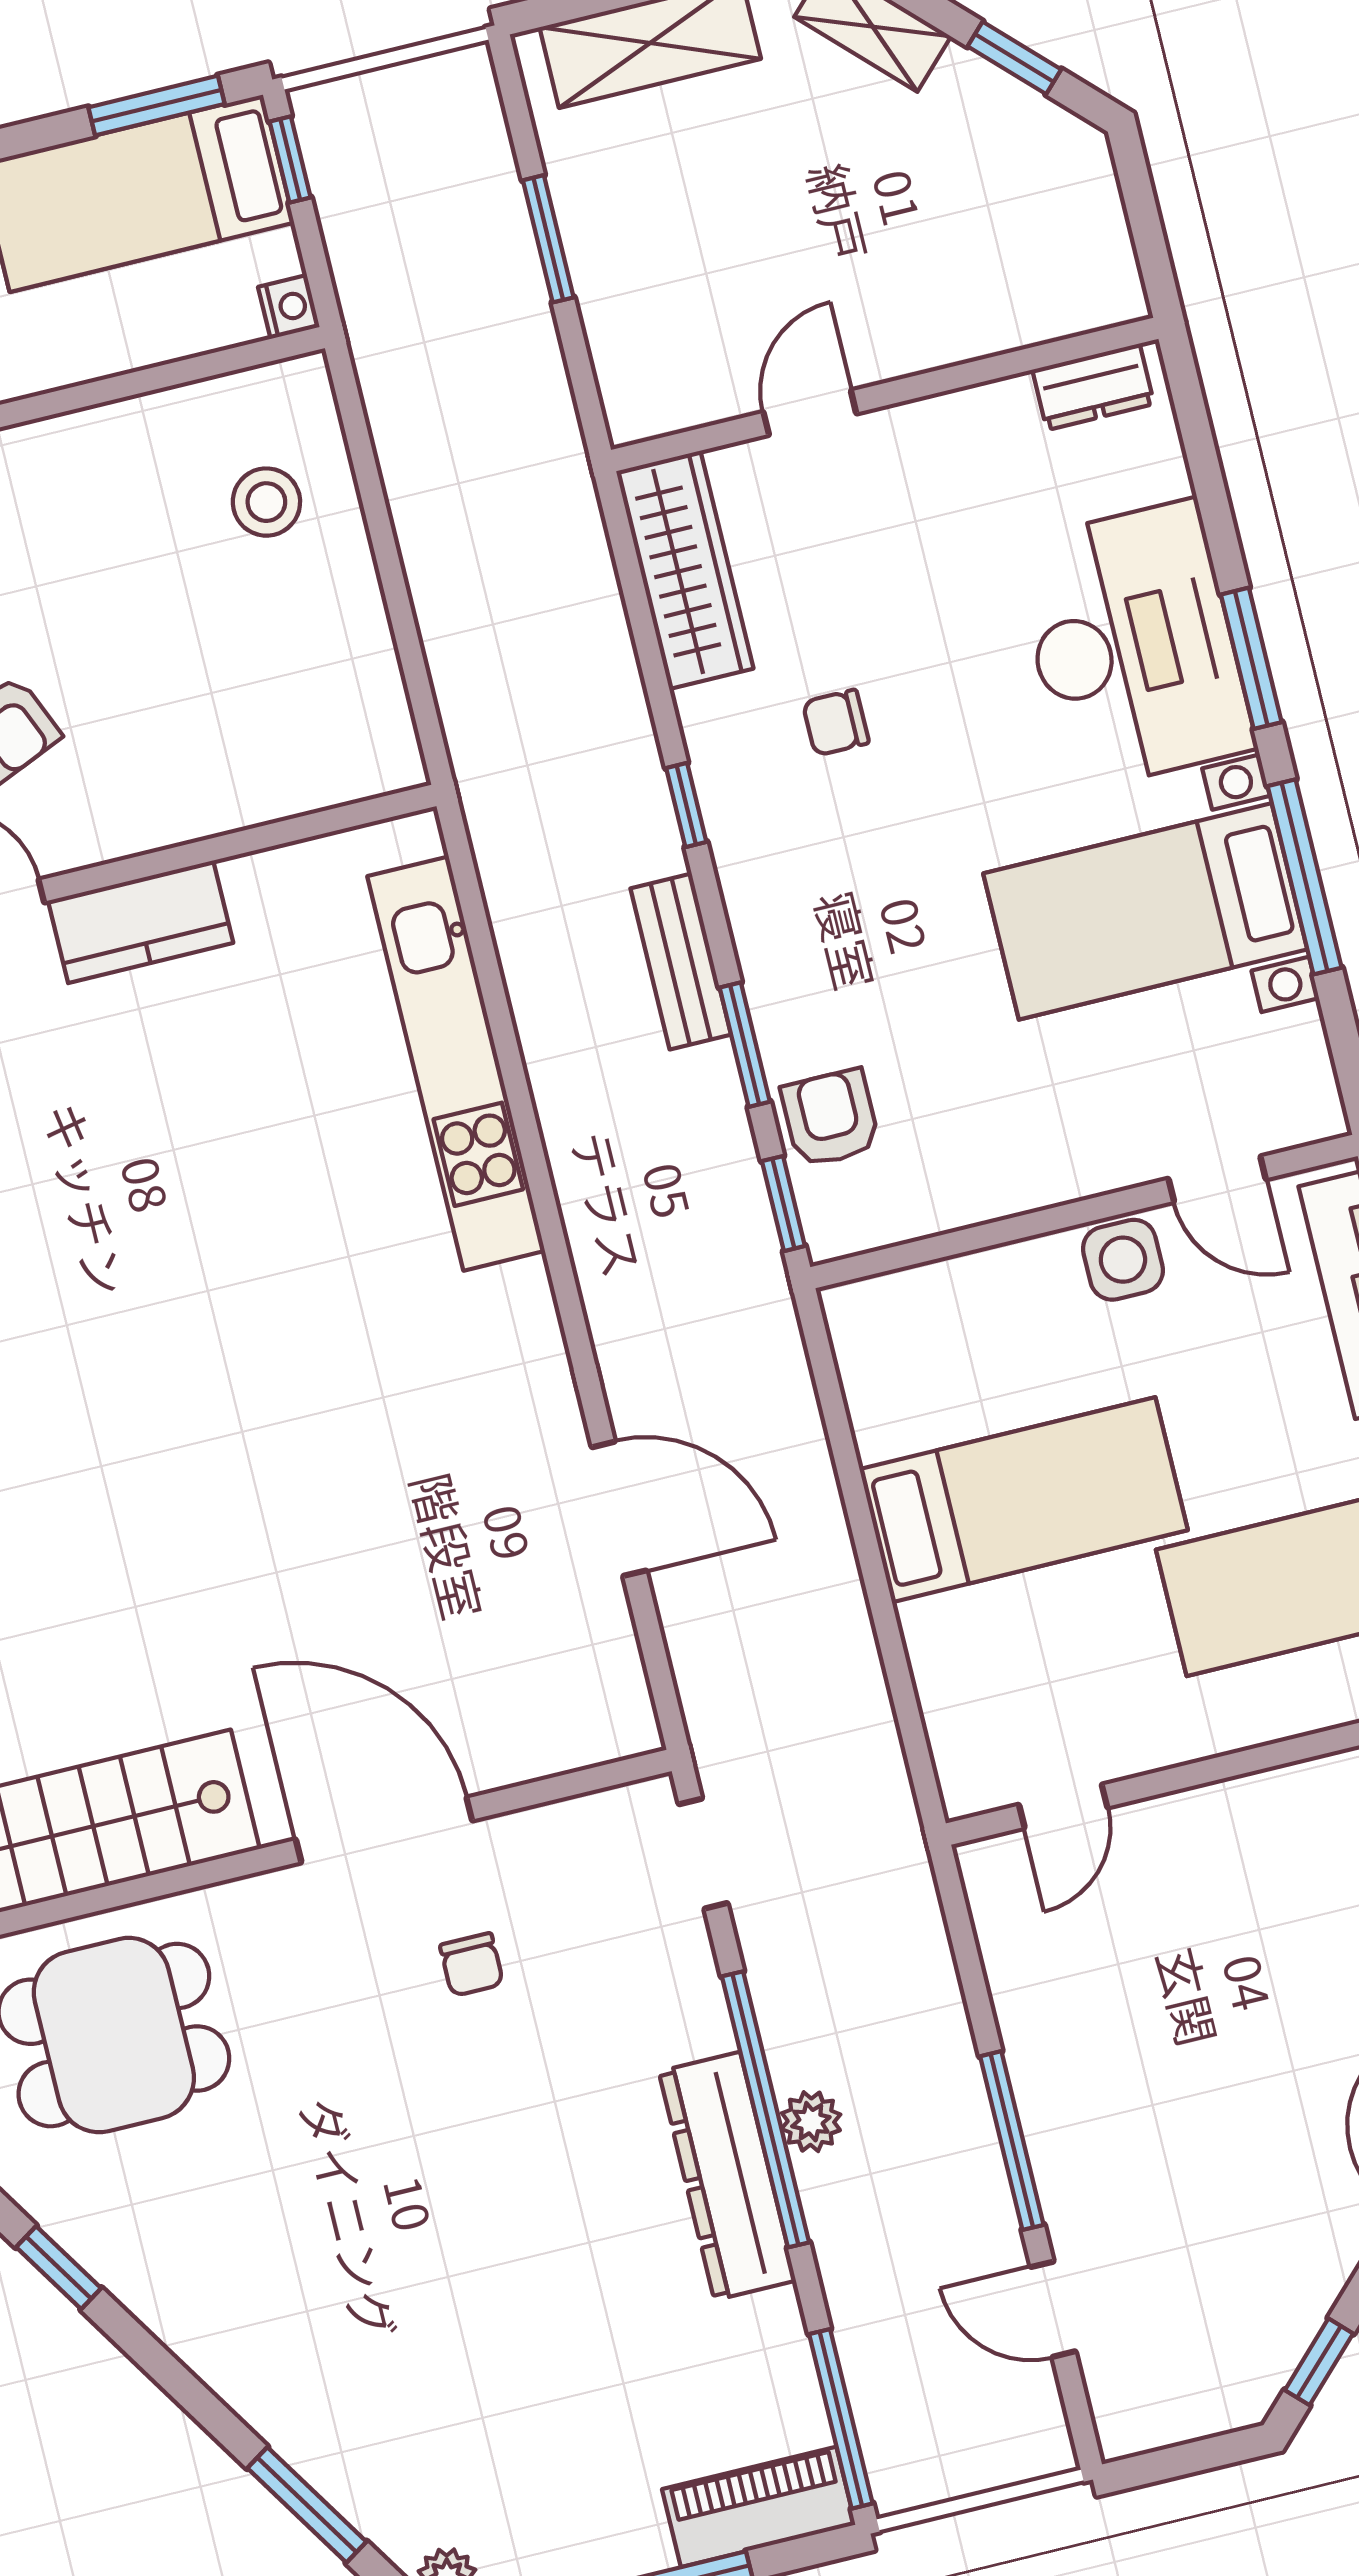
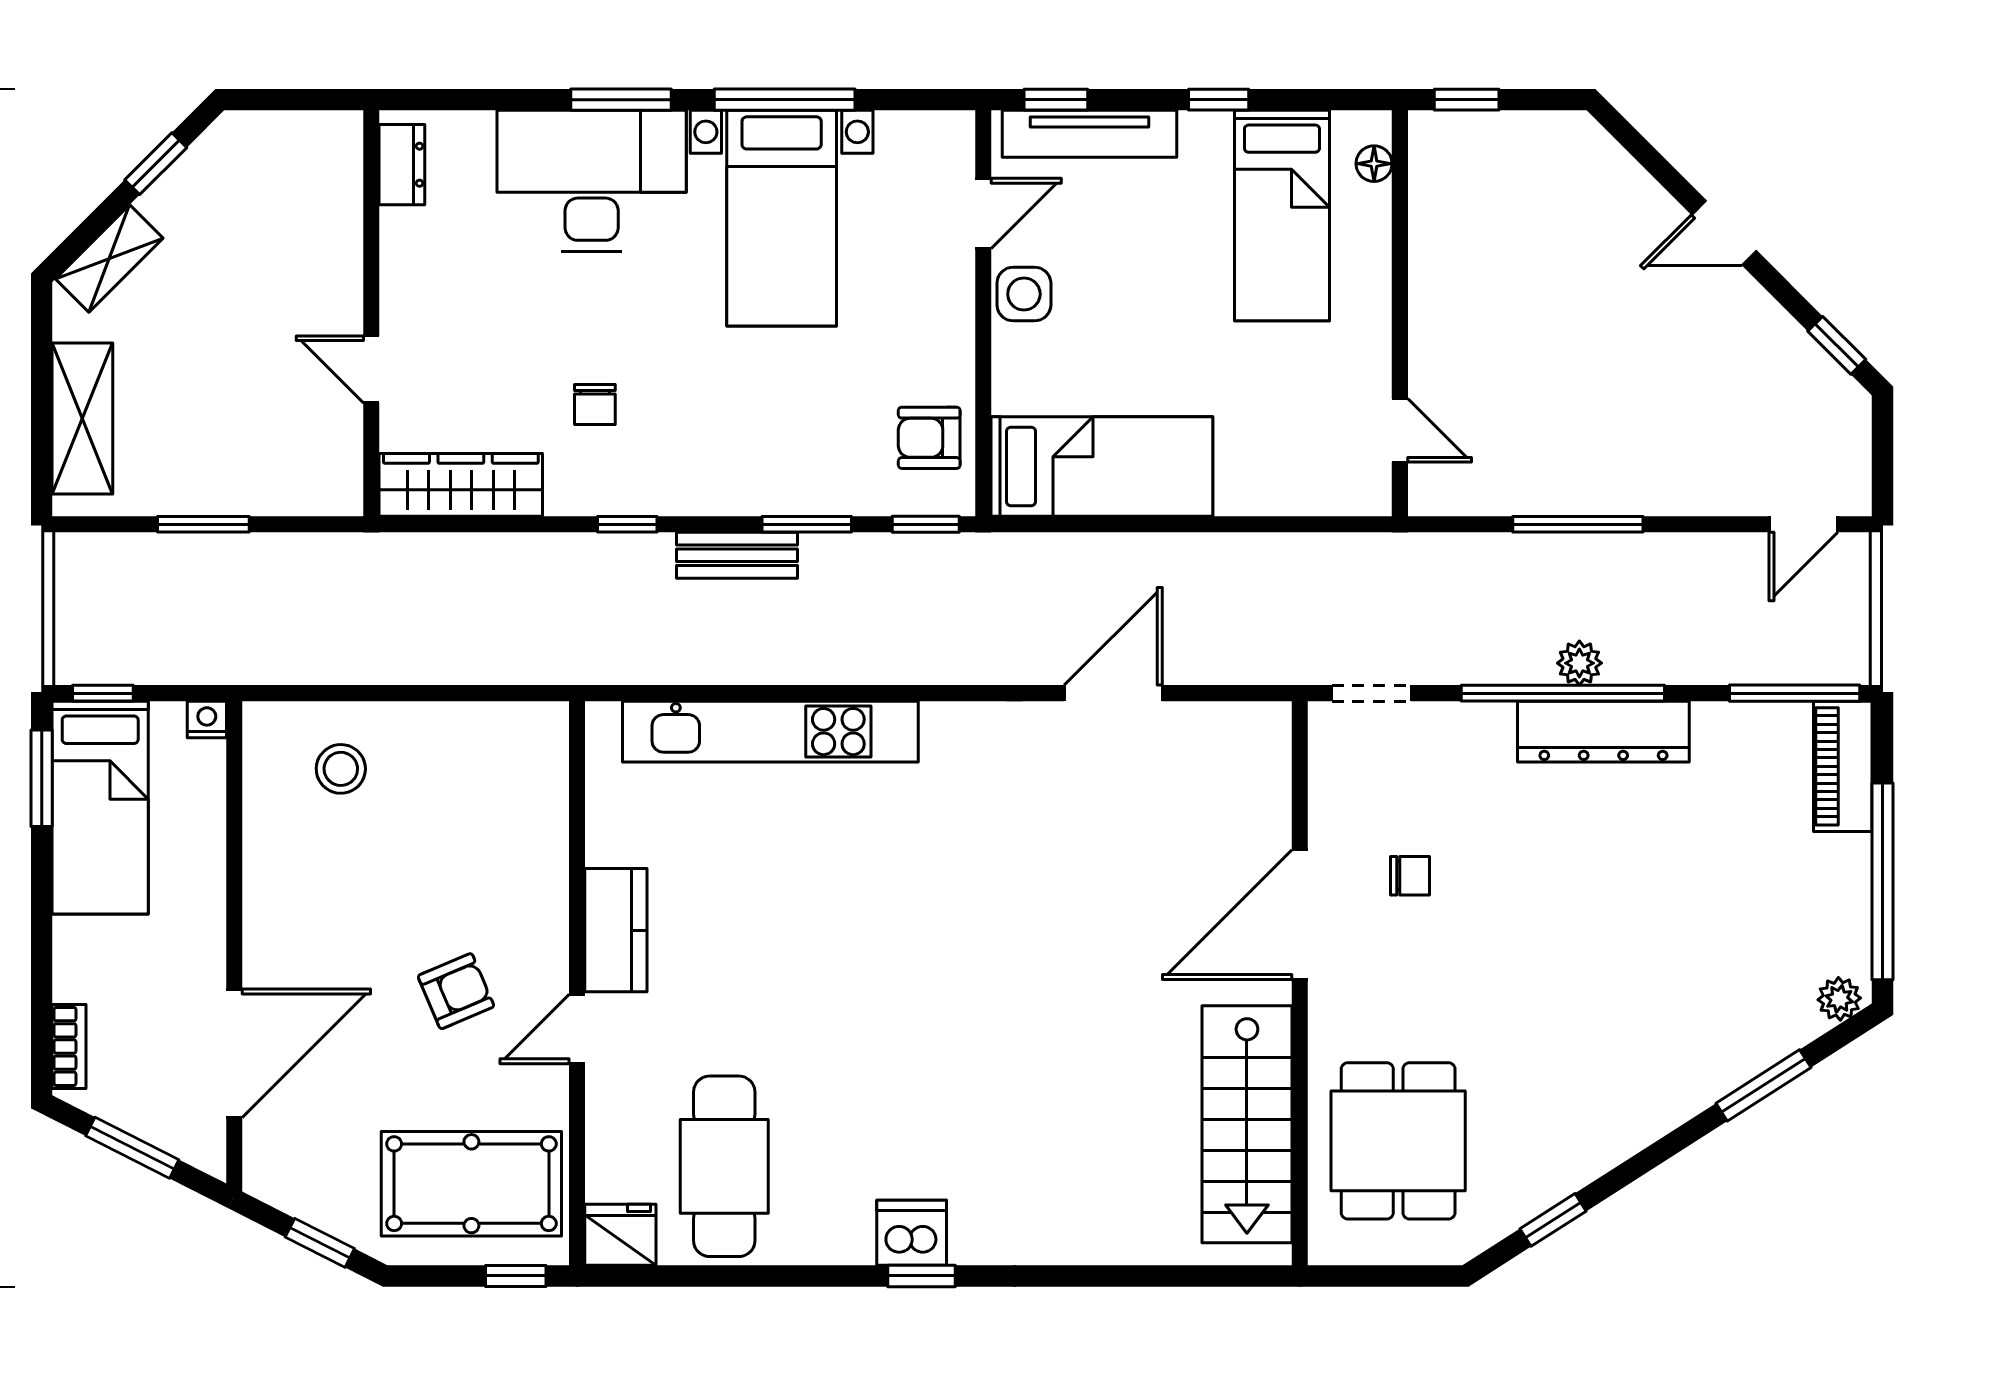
armchair: (830, 1118) -> (929, 438), moved
bed: (1024, 1500) -> (1102, 467), moved, turned 90
window: (1012, 2141) -> (1578, 524), moved
door: (1053, 2309) -> (1803, 524), moved

